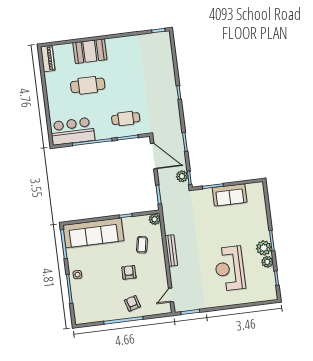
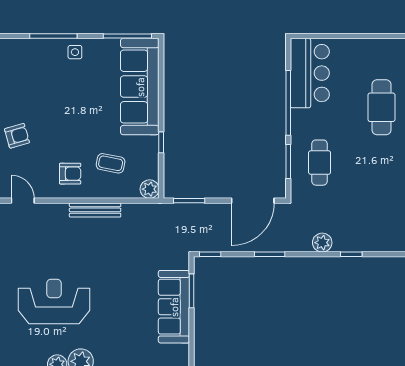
plant: (182, 176) -> (322, 243), moved
sofa: (230, 195) -> (174, 307), width x1.36
armchair: (129, 272) -> (70, 174), moved

